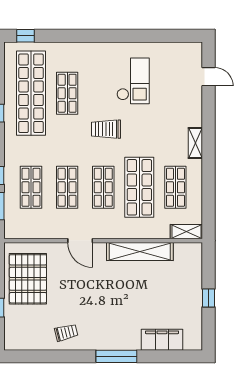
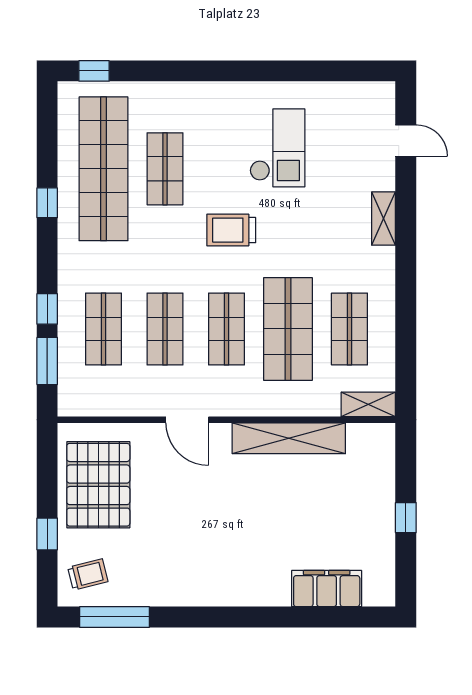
shelving: (195, 143) -> (384, 219), moved
trolley: (66, 333) -> (88, 574), moved
window: (116, 356) -> (114, 617), moved

